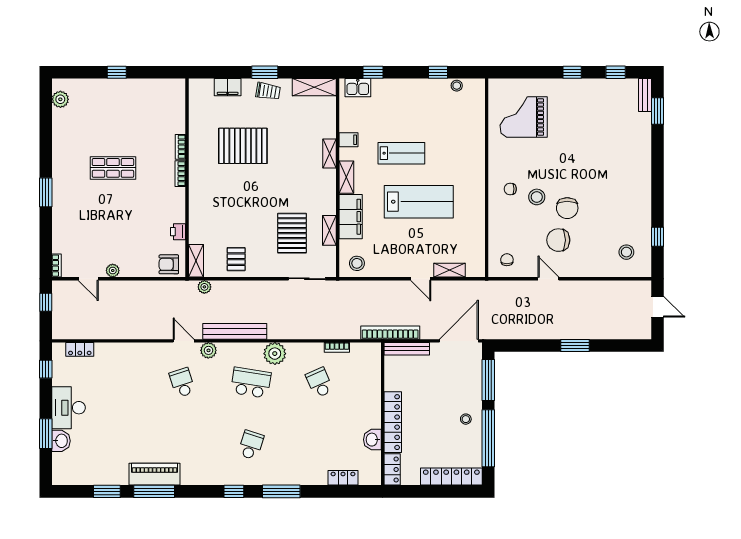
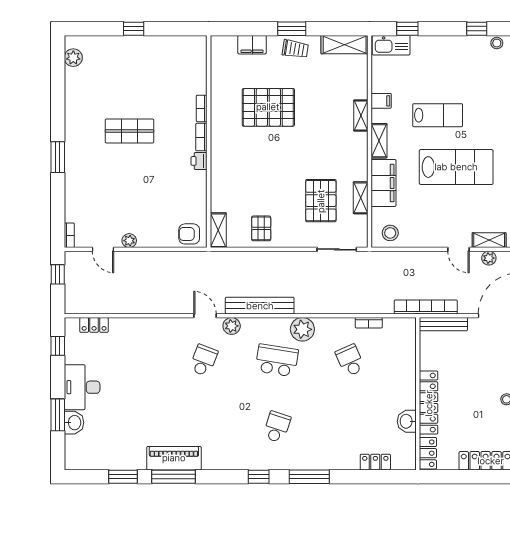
kitchen sink: (358, 88) -> (391, 45), width x1.38
printer: (178, 232) -> (199, 161), moved
plant: (204, 287) -> (489, 258), moved
school desk: (182, 383) -> (204, 360), turned 39

